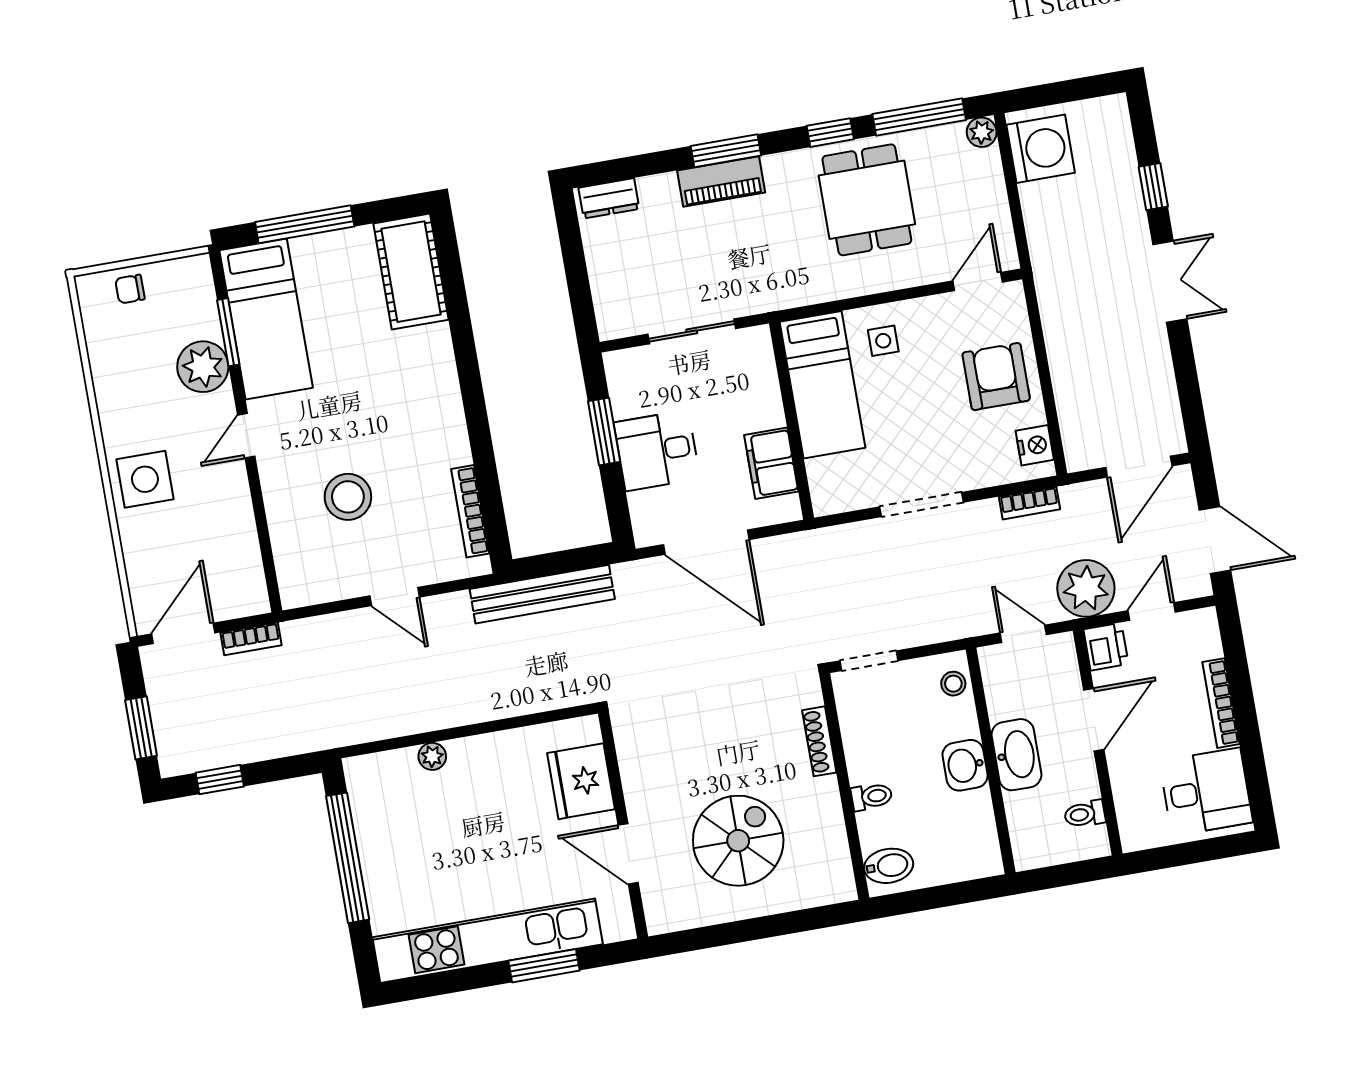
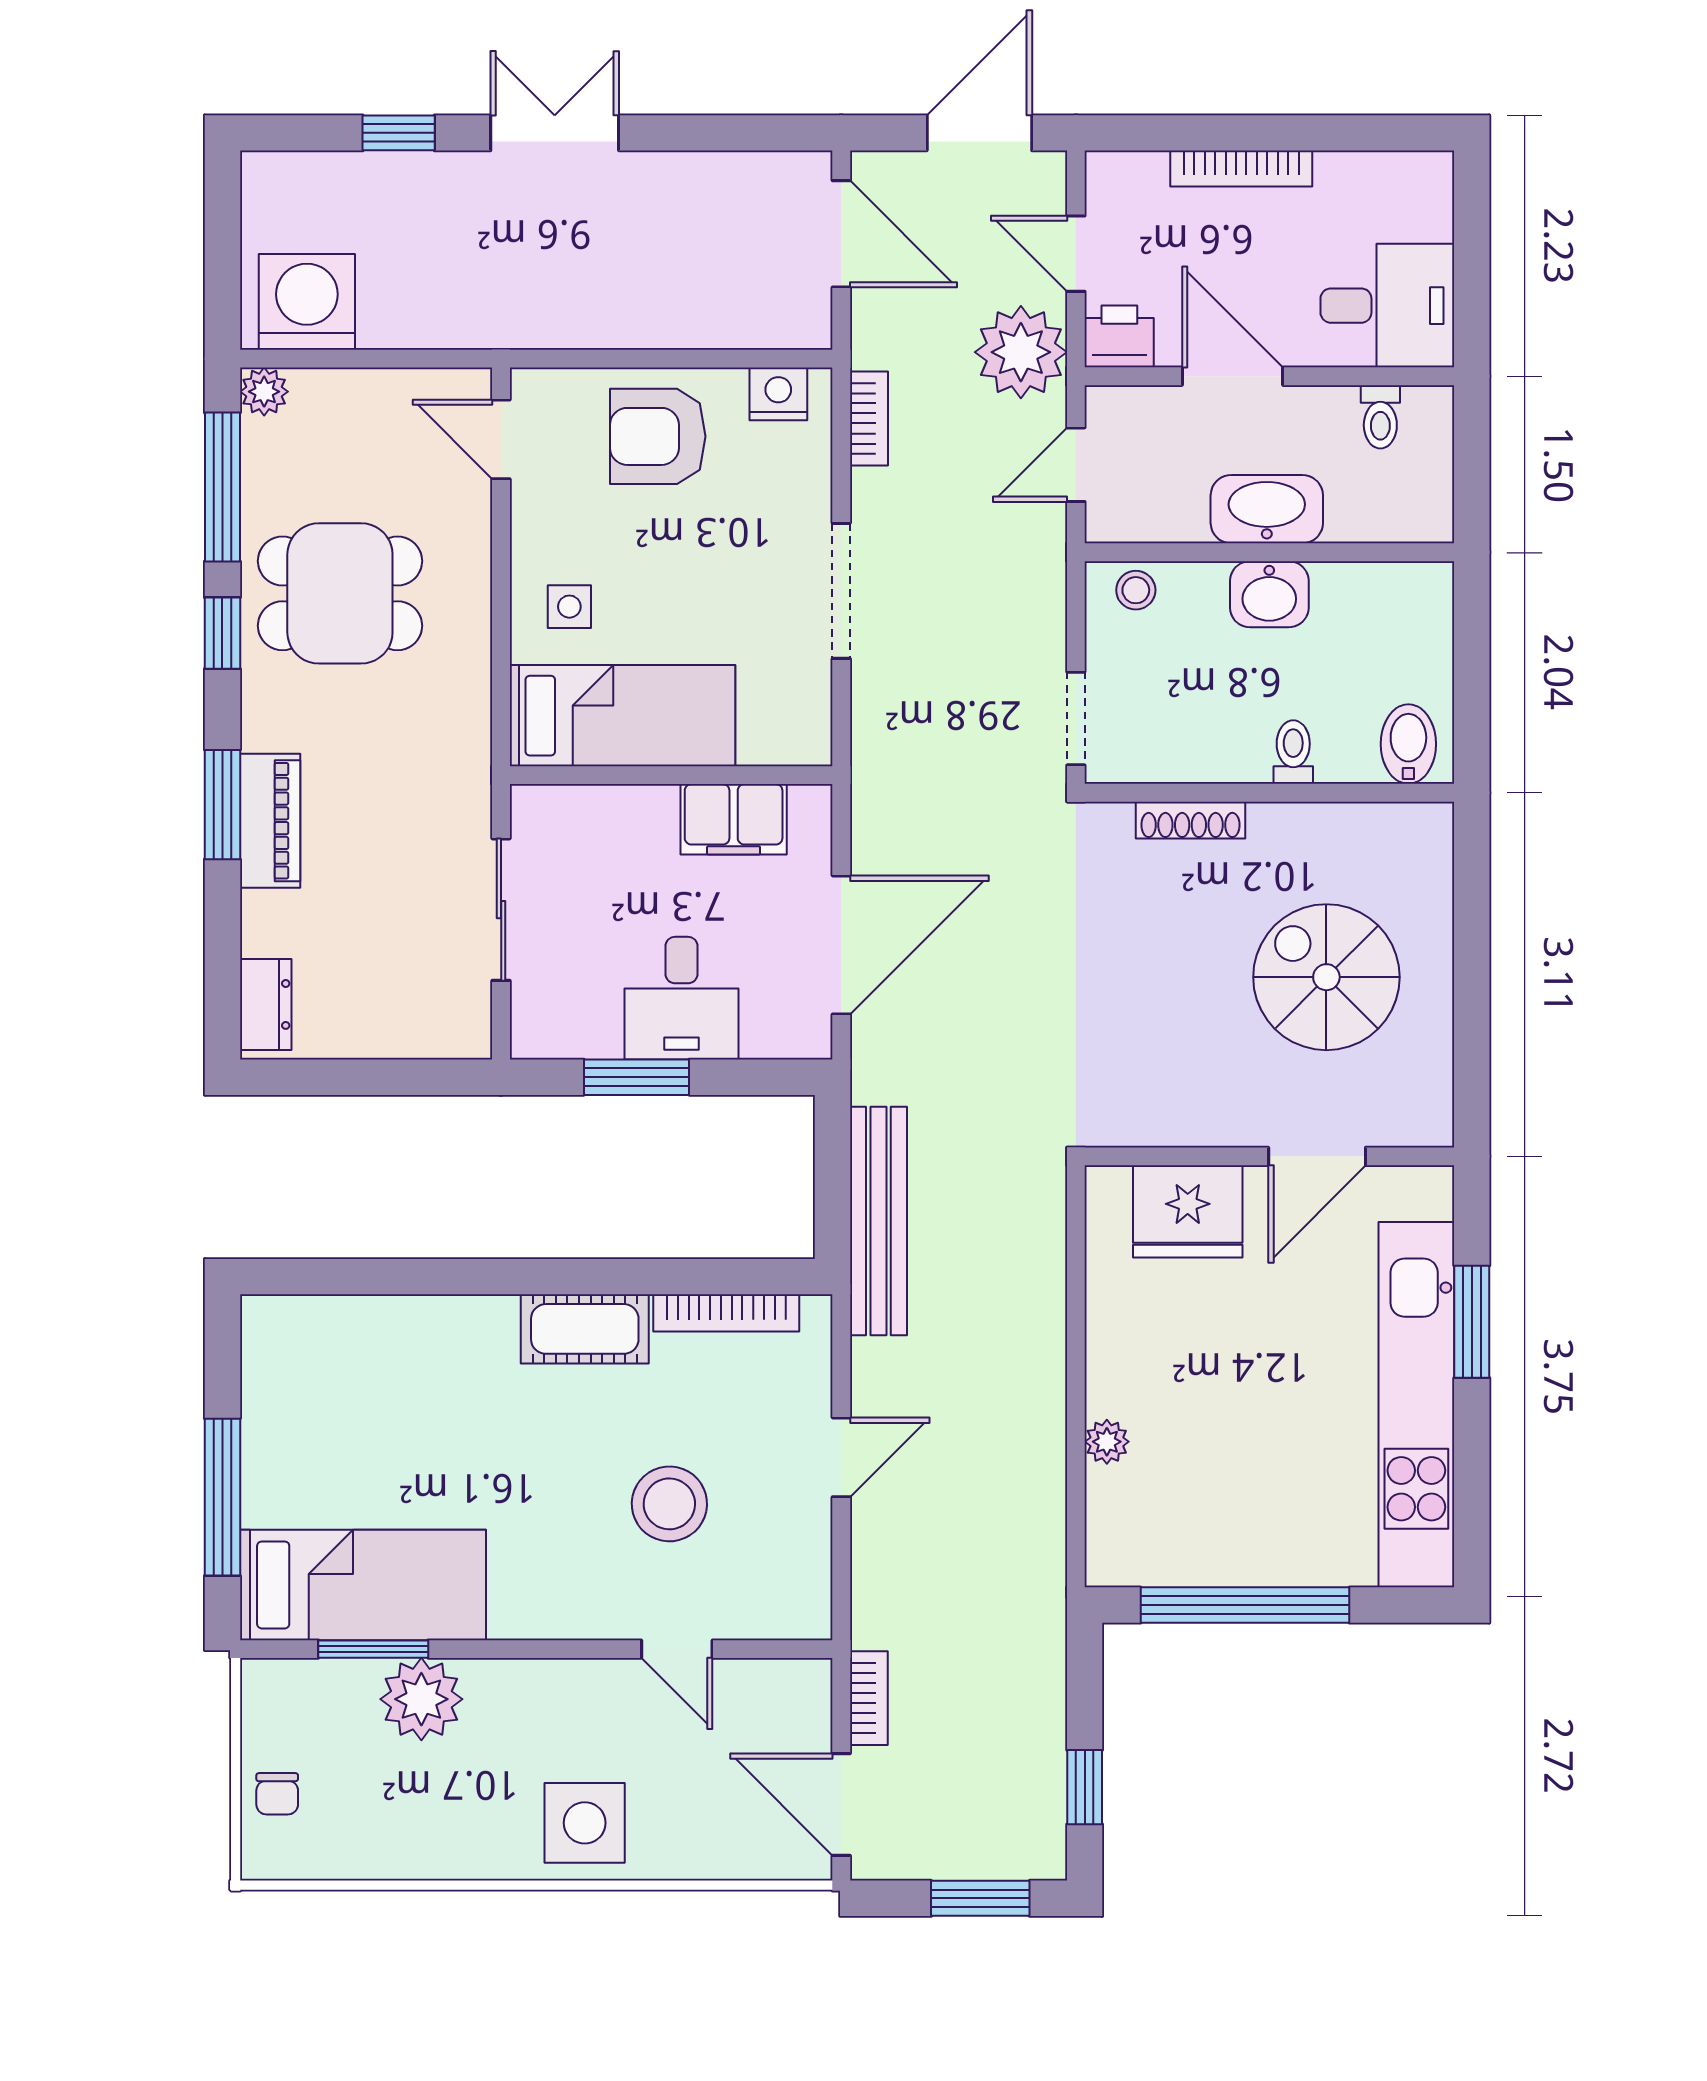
cot: (411, 272) -> (585, 1329), moved, width x0.73, depth x0.75
door: (246, 436) -> (677, 1649), moved
desk: (1206, 792) -> (1387, 306), moved, turned 90

